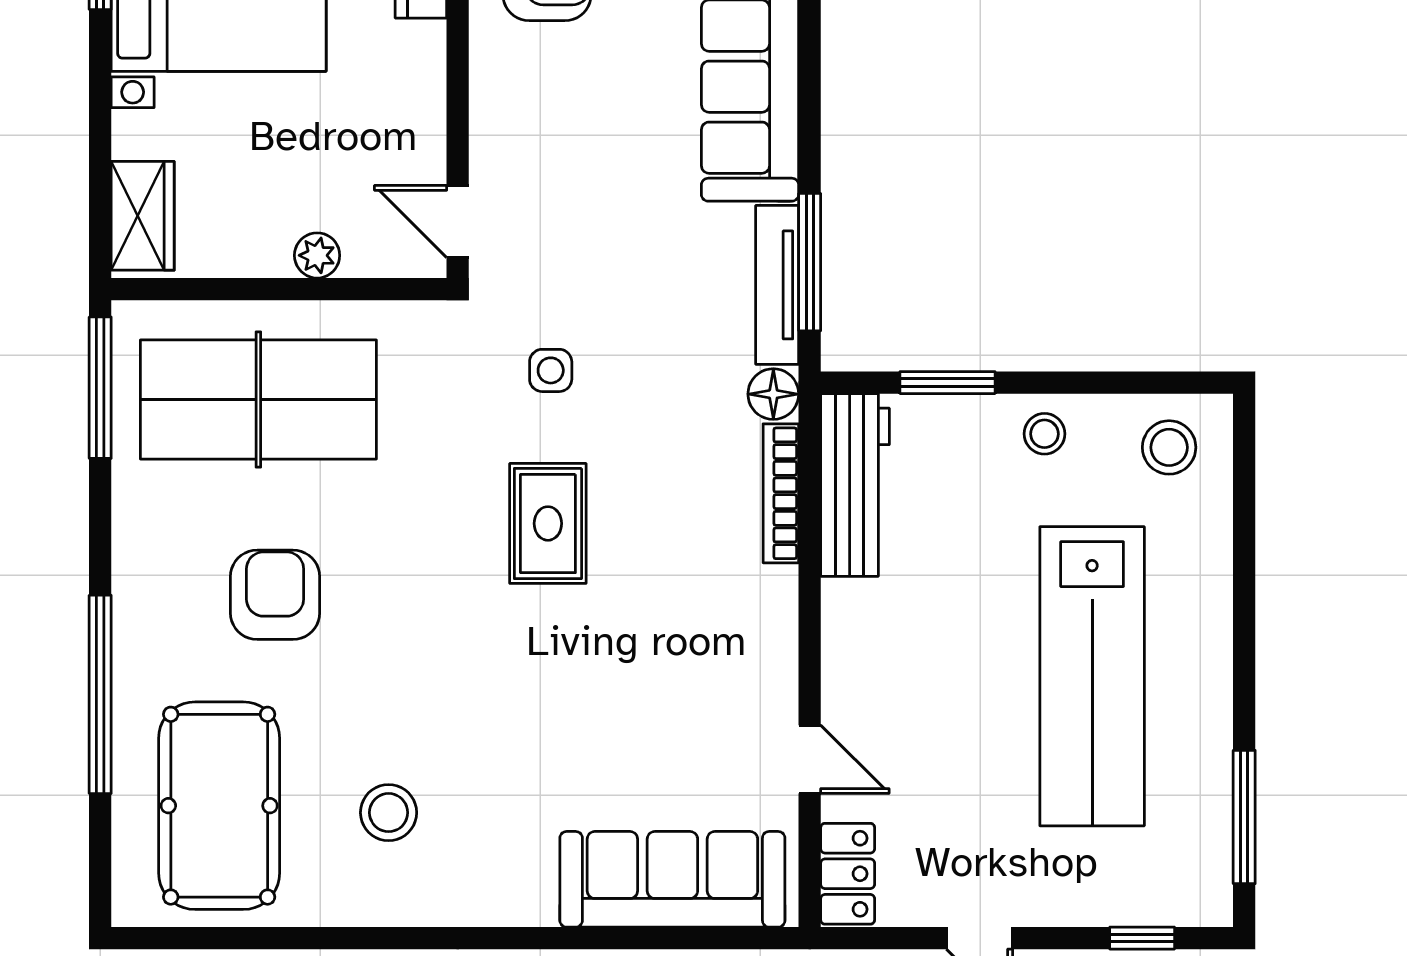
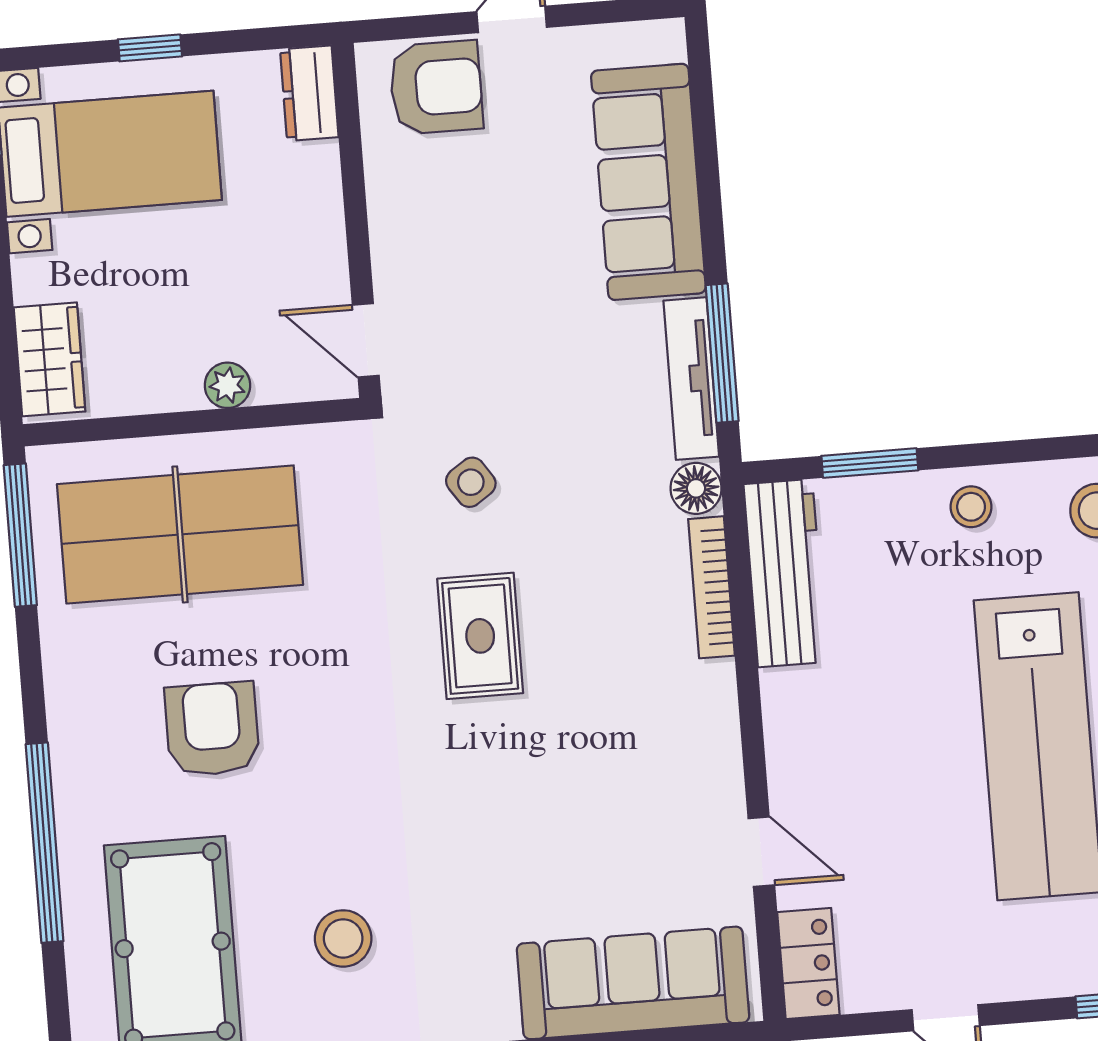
side table: (551, 370) -> (471, 482), turned -34

